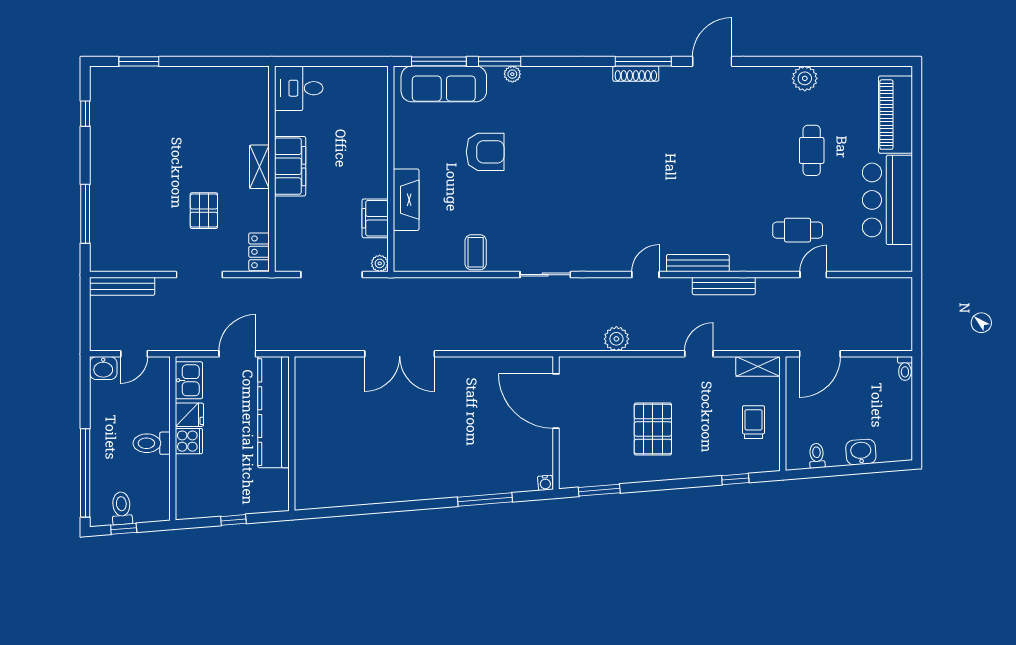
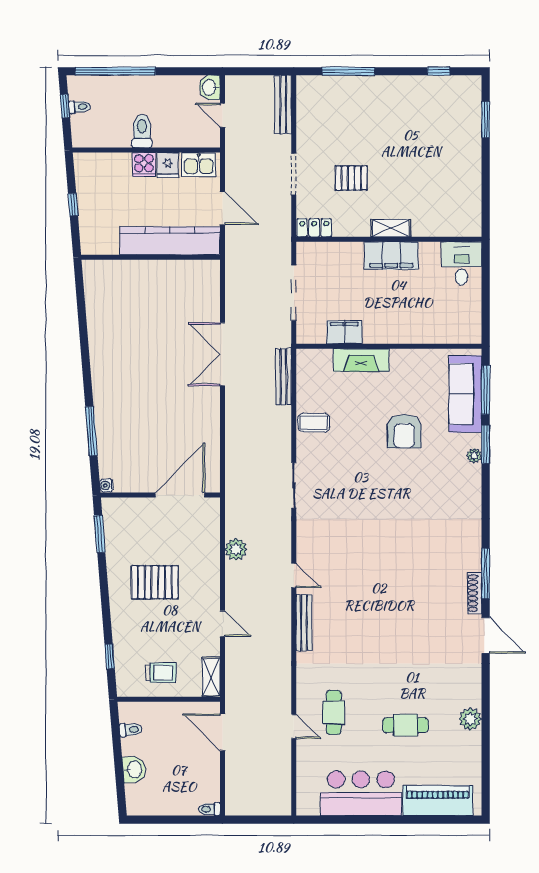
shoe rack: (636, 74) -> (475, 593), moved
plant: (380, 263) -> (304, 336), removed
bench: (724, 286) -> (283, 377), moved
toilet: (122, 508) -> (80, 107), width x0.73, depth x0.72

